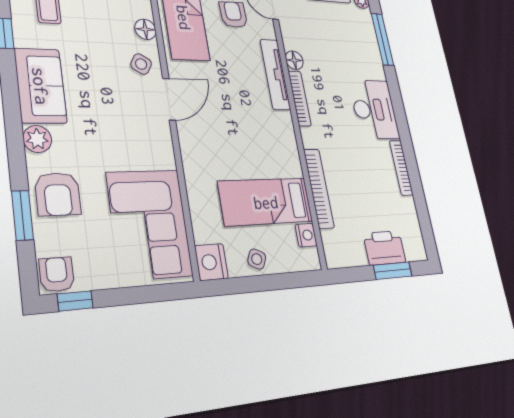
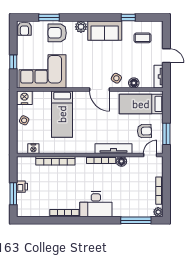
bed: (266, 202) -> (62, 114), moved, turned 180
printer: (384, 248) -> (22, 187), width x0.53, depth x0.68
armchair: (57, 274) -> (24, 29), turned 90
window: (75, 301) -> (13, 62), moved

